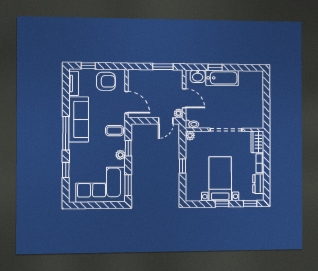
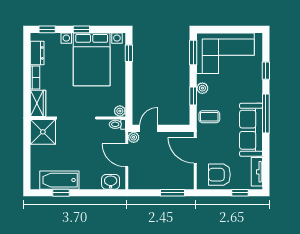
window: (163, 67) -> (172, 193), moved
window: (215, 67) -> (61, 193), moved
bathtub: (222, 78) -> (59, 180), moved
shower: (253, 118) -> (43, 132), added
window: (182, 166) -> (129, 53), moved
bed with nightstands: (220, 179) -> (92, 59), width x1.36

